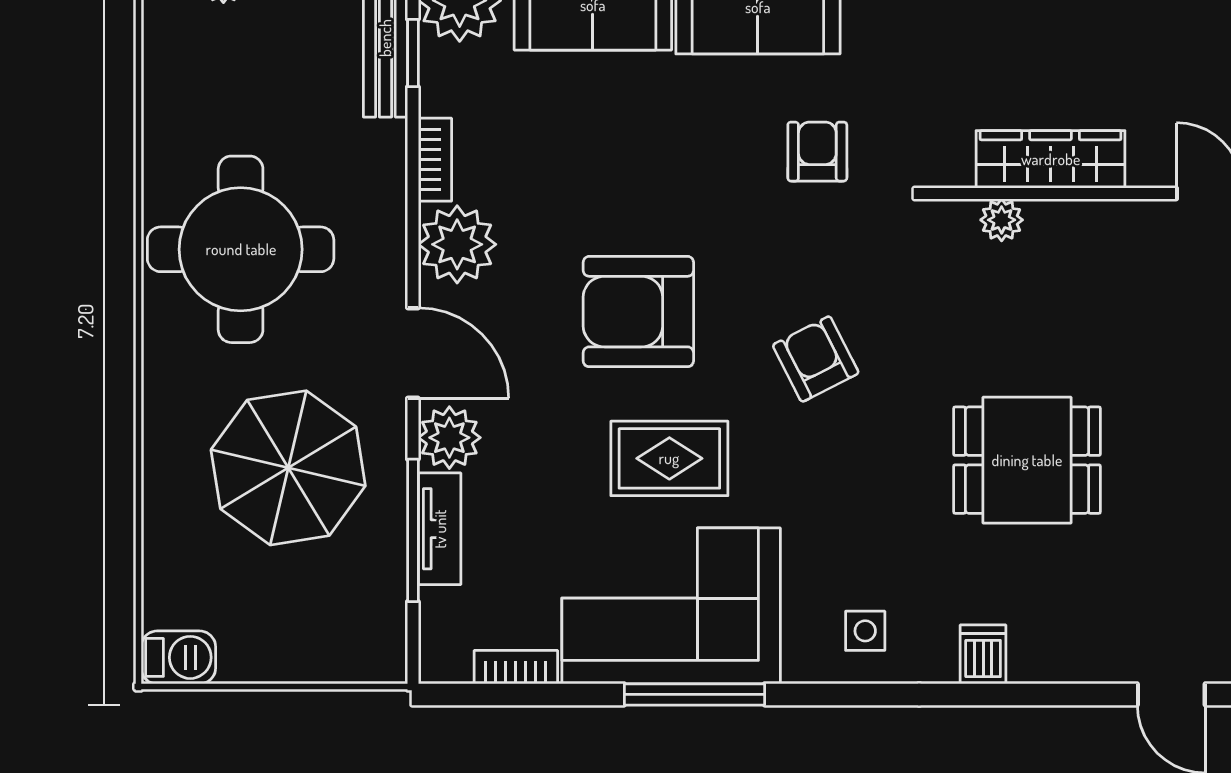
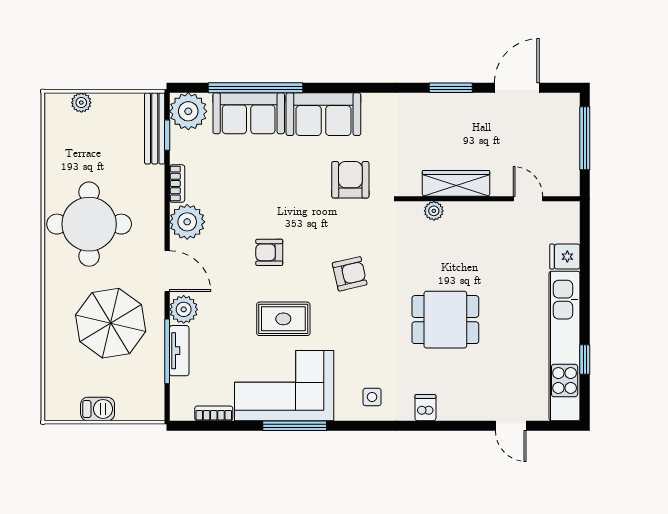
armchair: (817, 152) -> (350, 180), width x1.38, depth x1.38
armchair: (638, 312) -> (269, 252), width x0.53, depth x0.53
armchair: (816, 359) -> (350, 274), turned 104
barbecue: (178, 657) -> (98, 409), moved

